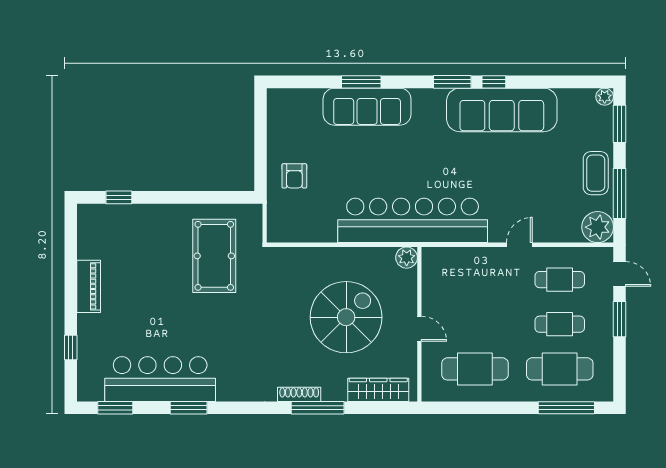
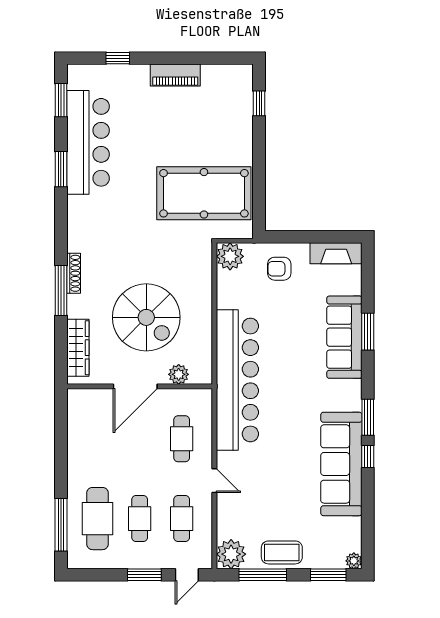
fireplace: (278, 115) -> (336, 253), added
plant: (281, 228) -> (230, 256), added
pool table: (214, 256) -> (204, 193), width x1.36, depth x1.32
plant: (407, 258) -> (179, 374), moved
door: (419, 329) -> (135, 386), width x1.88
cafe table: (475, 369) -> (182, 439), moved, width x0.73, depth x0.74

